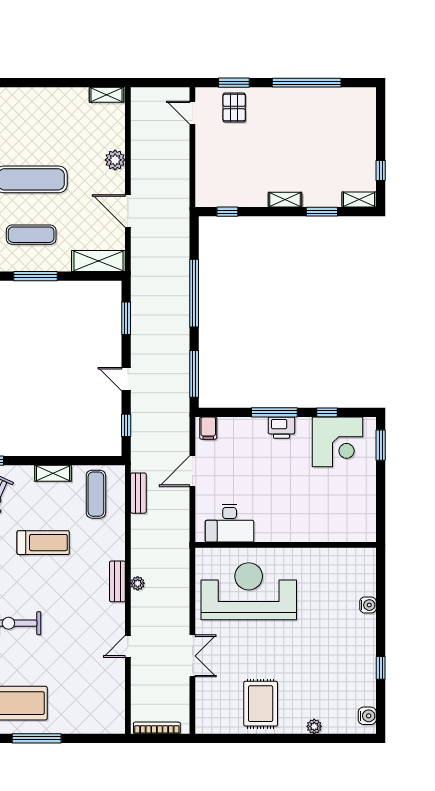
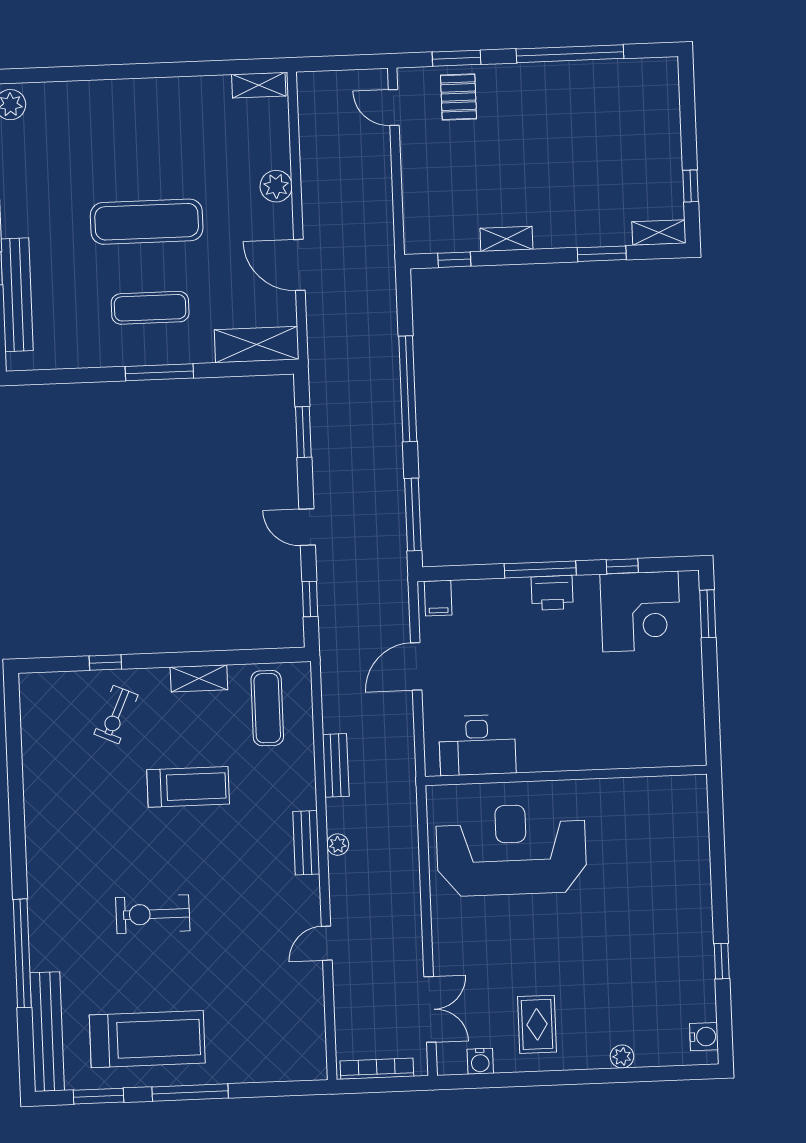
shelving: (285, 200) -> (506, 239), moved
bench: (138, 493) -> (336, 765), moved
water cooler: (368, 605) -> (480, 1061), moved, turned 90
double door: (192, 656) -> (430, 1009), moved
rug: (261, 704) -> (537, 1024), width x0.73, depth x0.70

